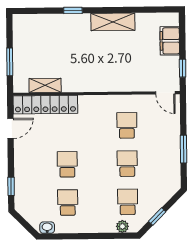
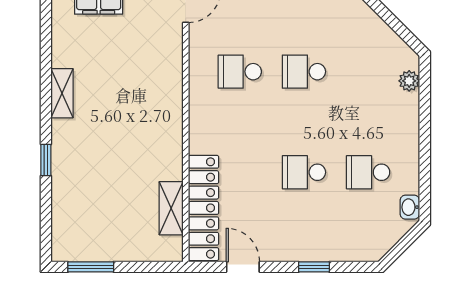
shelving: (113, 22) -> (62, 93), width x0.67, depth x0.75
window: (10, 62) -> (91, 267), moved
window: (11, 186) -> (314, 267), moved
school desk: (128, 202) -> (368, 72), removed
window: (157, 217) -> (393, 22), removed

